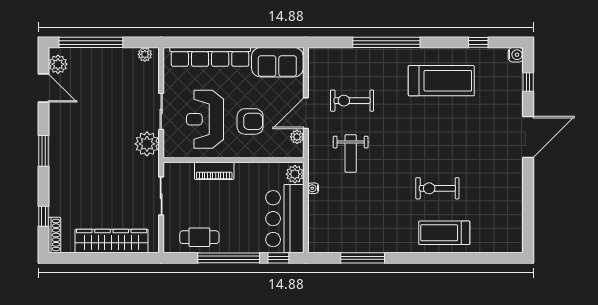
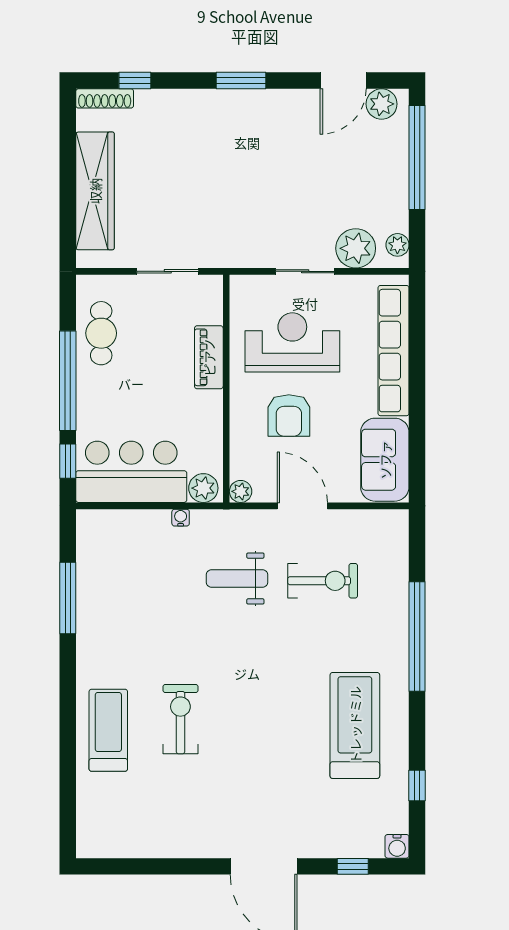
treadmill: (441, 81) -> (355, 725), turned 180
exercise bike: (352, 101) -> (323, 581), turned 90
plant: (297, 137) -> (241, 491), moved
plant: (147, 144) -> (356, 248), moved

